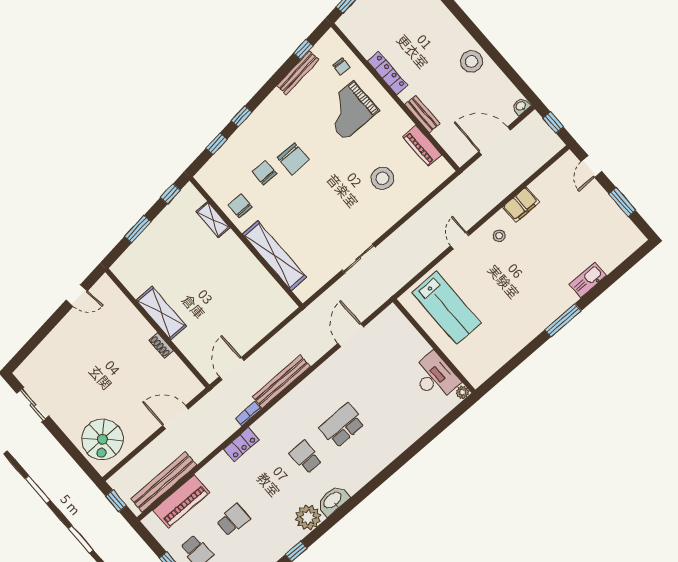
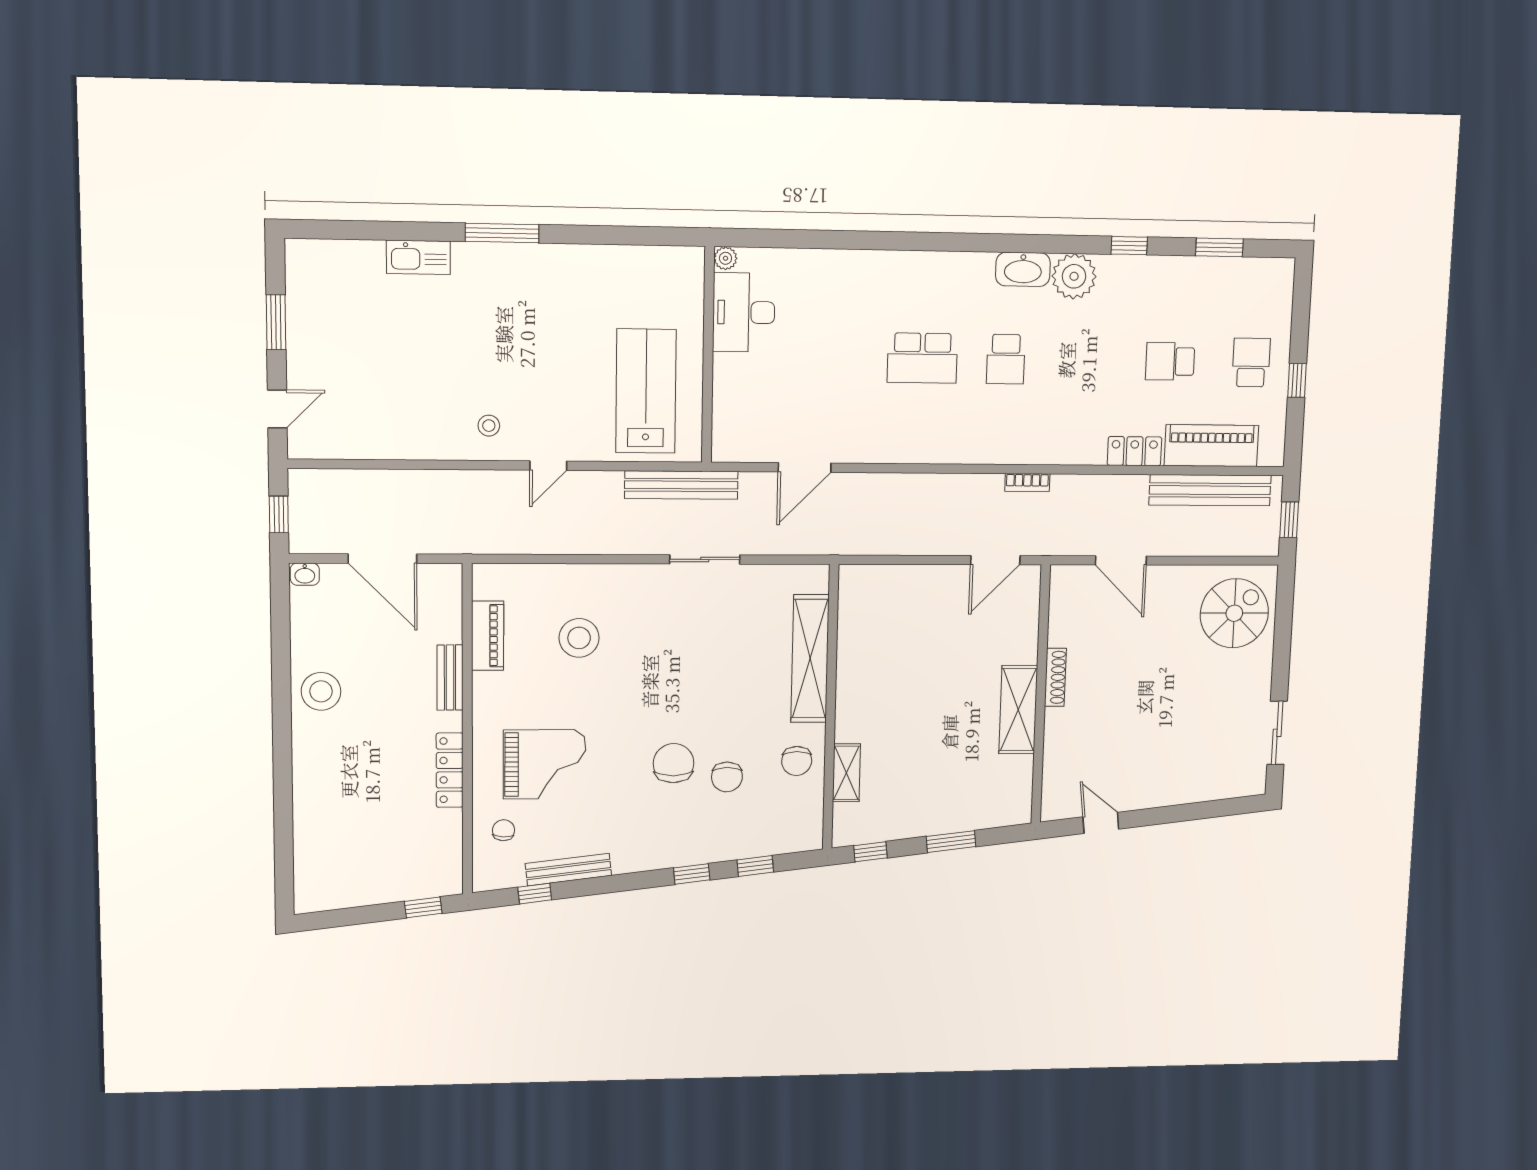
filing cabinet: (521, 205) -> (422, 441), removed
shoe rack: (161, 345) -> (1055, 677), width x1.43
bench: (281, 382) -> (681, 485), moved
locker: (241, 444) -> (1134, 451), moved

